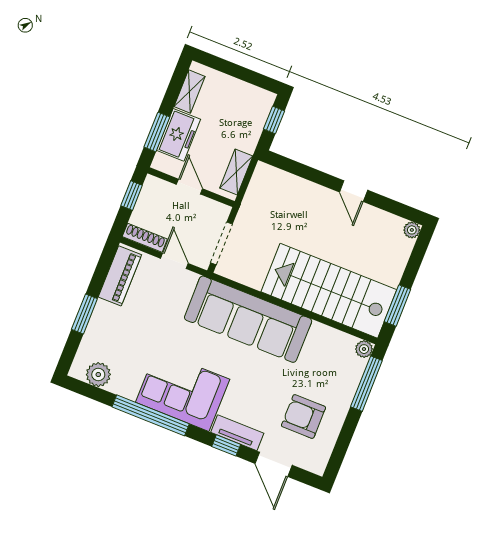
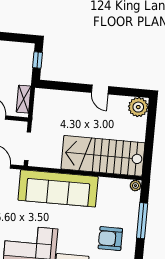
plant: (412, 230) -> (138, 107), width x1.88, depth x1.88
window: (397, 305) -> (148, 152), removed
window: (366, 384) -> (142, 221), moved

